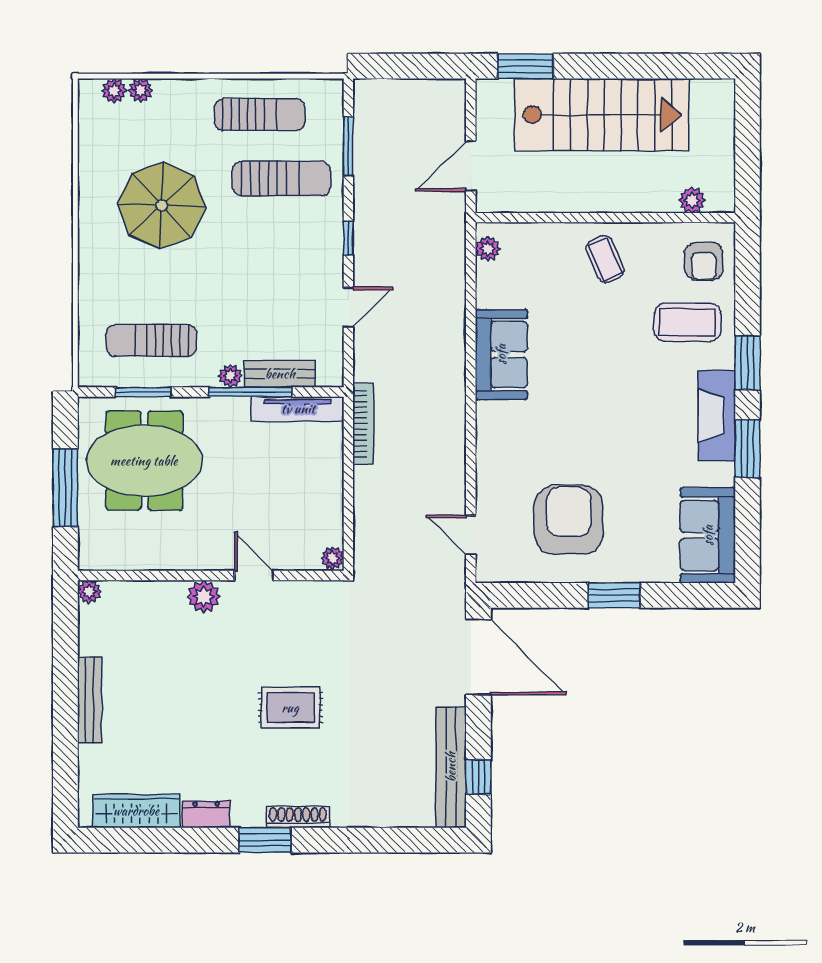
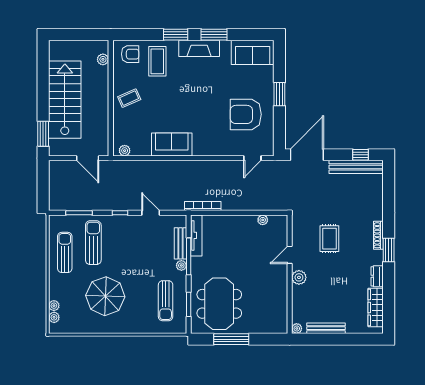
wall: (211, 575) -> (290, 274), moved
door: (254, 575) -> (290, 255), moved
plant: (89, 592) -> (297, 328), moved
plant: (204, 597) -> (299, 277), moved

